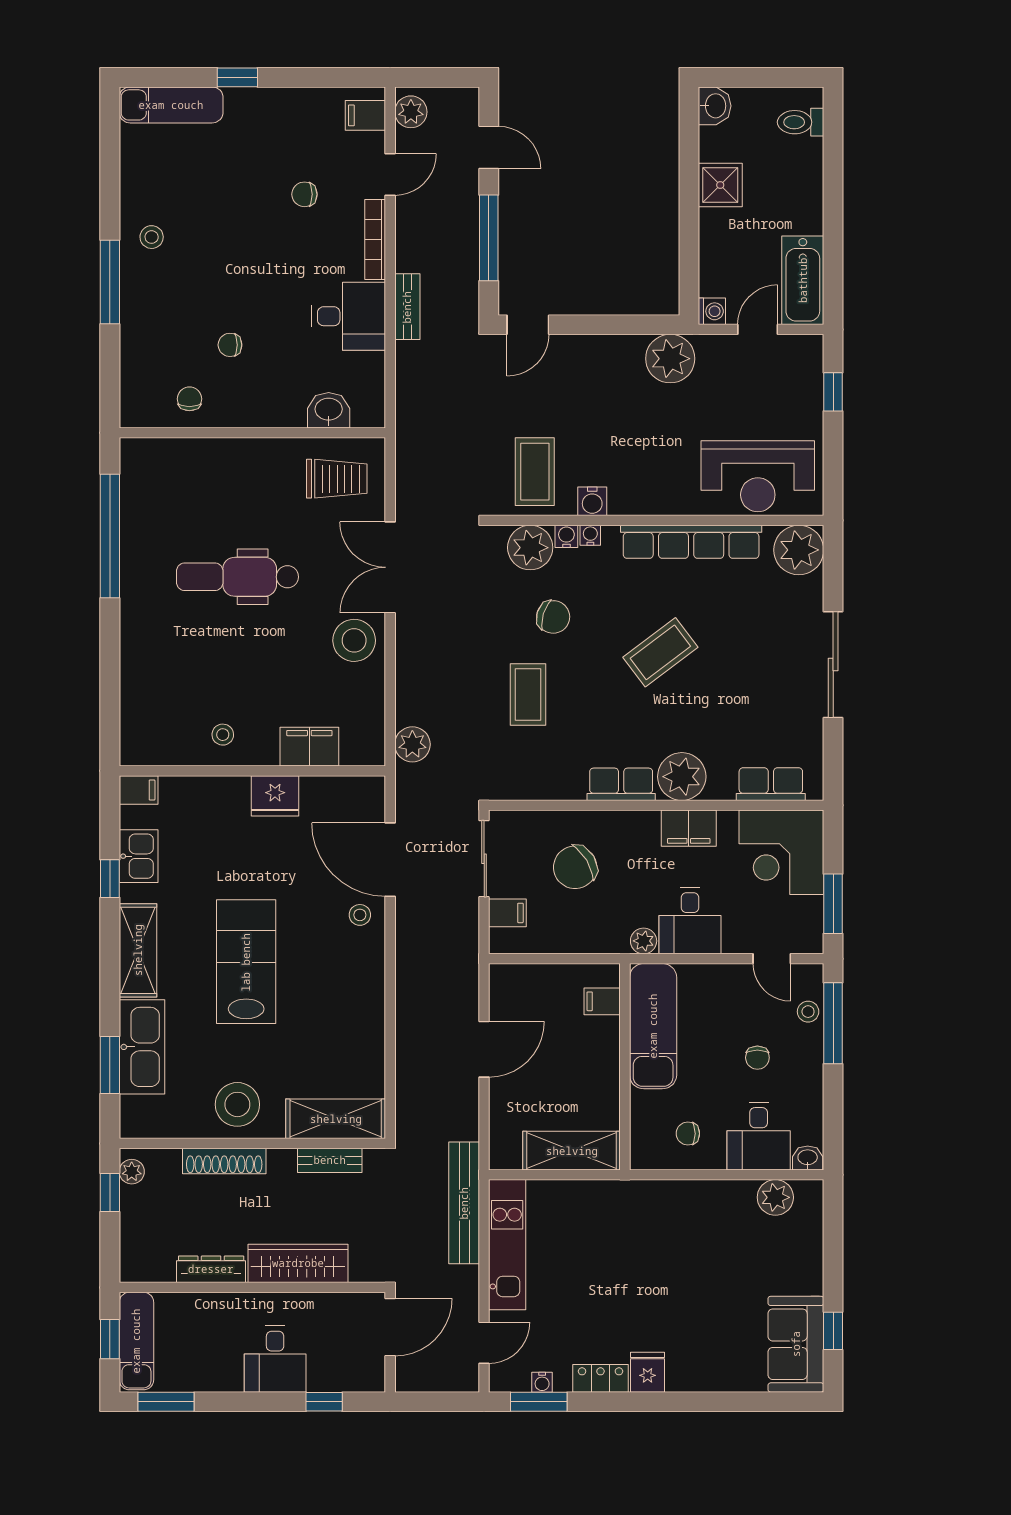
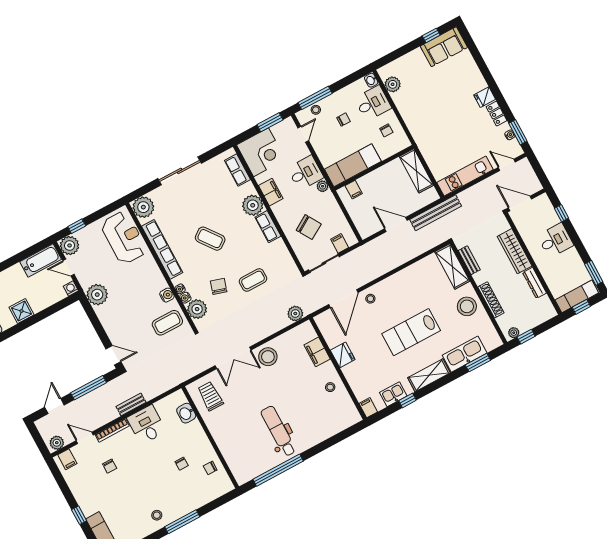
plant: (802, 356) -> (70, 245), added
dental chair: (237, 577) -> (278, 431), moved, turned 180
bench: (464, 1203) -> (436, 213), moved

